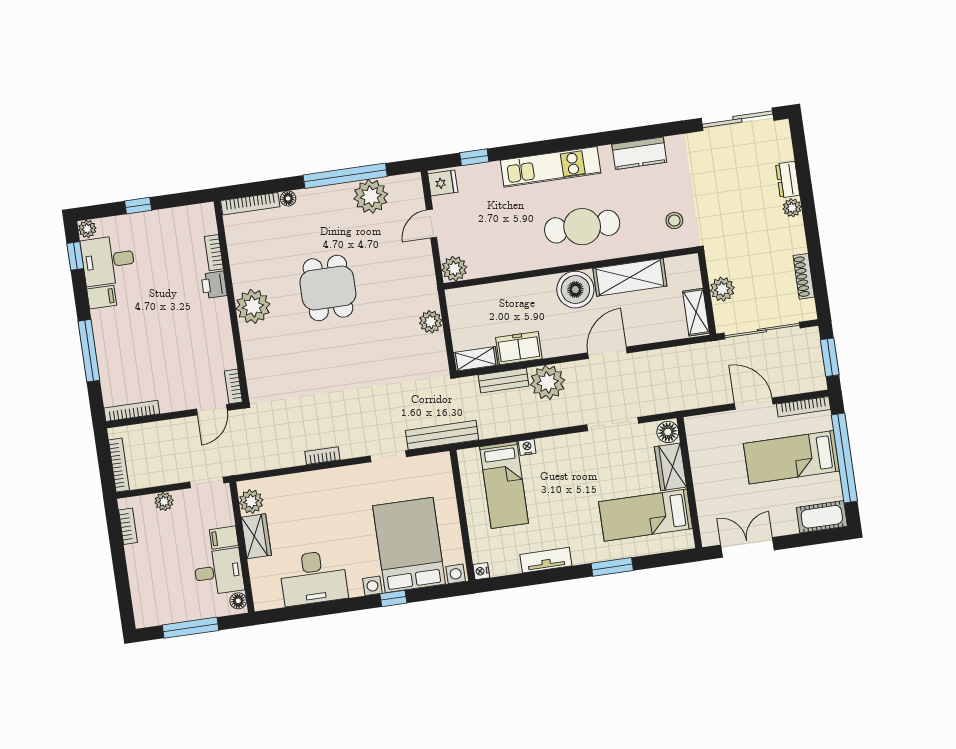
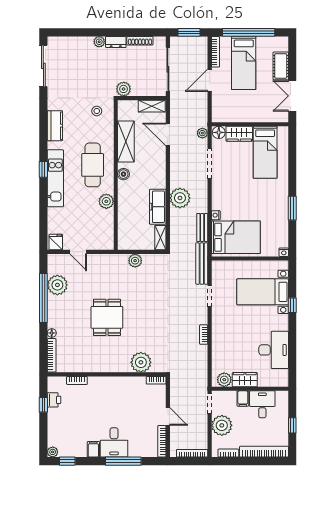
window: (474, 157) -> (43, 169), moved
dresser: (788, 180) -> (116, 42), moved
window: (138, 206) -> (43, 405), moved
desk: (108, 260) -> (114, 442), moved
plant: (454, 269) -> (106, 201), moved
printer: (214, 285) -> (54, 400), moved, turned -90
dining table: (328, 288) -> (107, 317), turned 90
plant: (722, 289) -> (124, 89), moved
boiler: (575, 290) -> (123, 174), width x0.54, depth x0.54
plant: (253, 306) -> (141, 362), moved
freezer: (519, 348) -> (158, 207), width x1.40
door: (607, 353) -> (168, 134), moved
bench: (503, 381) -> (202, 227), moved
plant: (663, 404) -> (202, 133), added
door: (212, 410) -> (168, 416), moved
bed: (504, 485) -> (236, 237), width x1.50
plant: (164, 501) -> (222, 425), width x1.88, depth x1.88
cot: (822, 517) -> (281, 66), moved
bed with nightstands: (409, 545) -> (263, 292), width x0.73
tv unit: (546, 560) -> (283, 214), removed
window: (612, 567) -> (292, 208), moved
bookcase: (139, 586) -> (264, 452), added
floor lamp: (238, 601) -> (281, 395), removed
window: (191, 628) -> (292, 425), width x0.46

